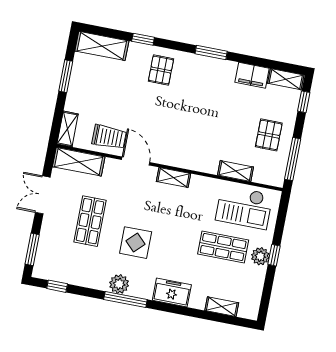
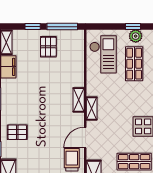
window: (304, 102) -> (33, 27), moved
pallet: (269, 135) -> (48, 47), turned 90
shelving: (236, 171) -> (79, 100), moved

